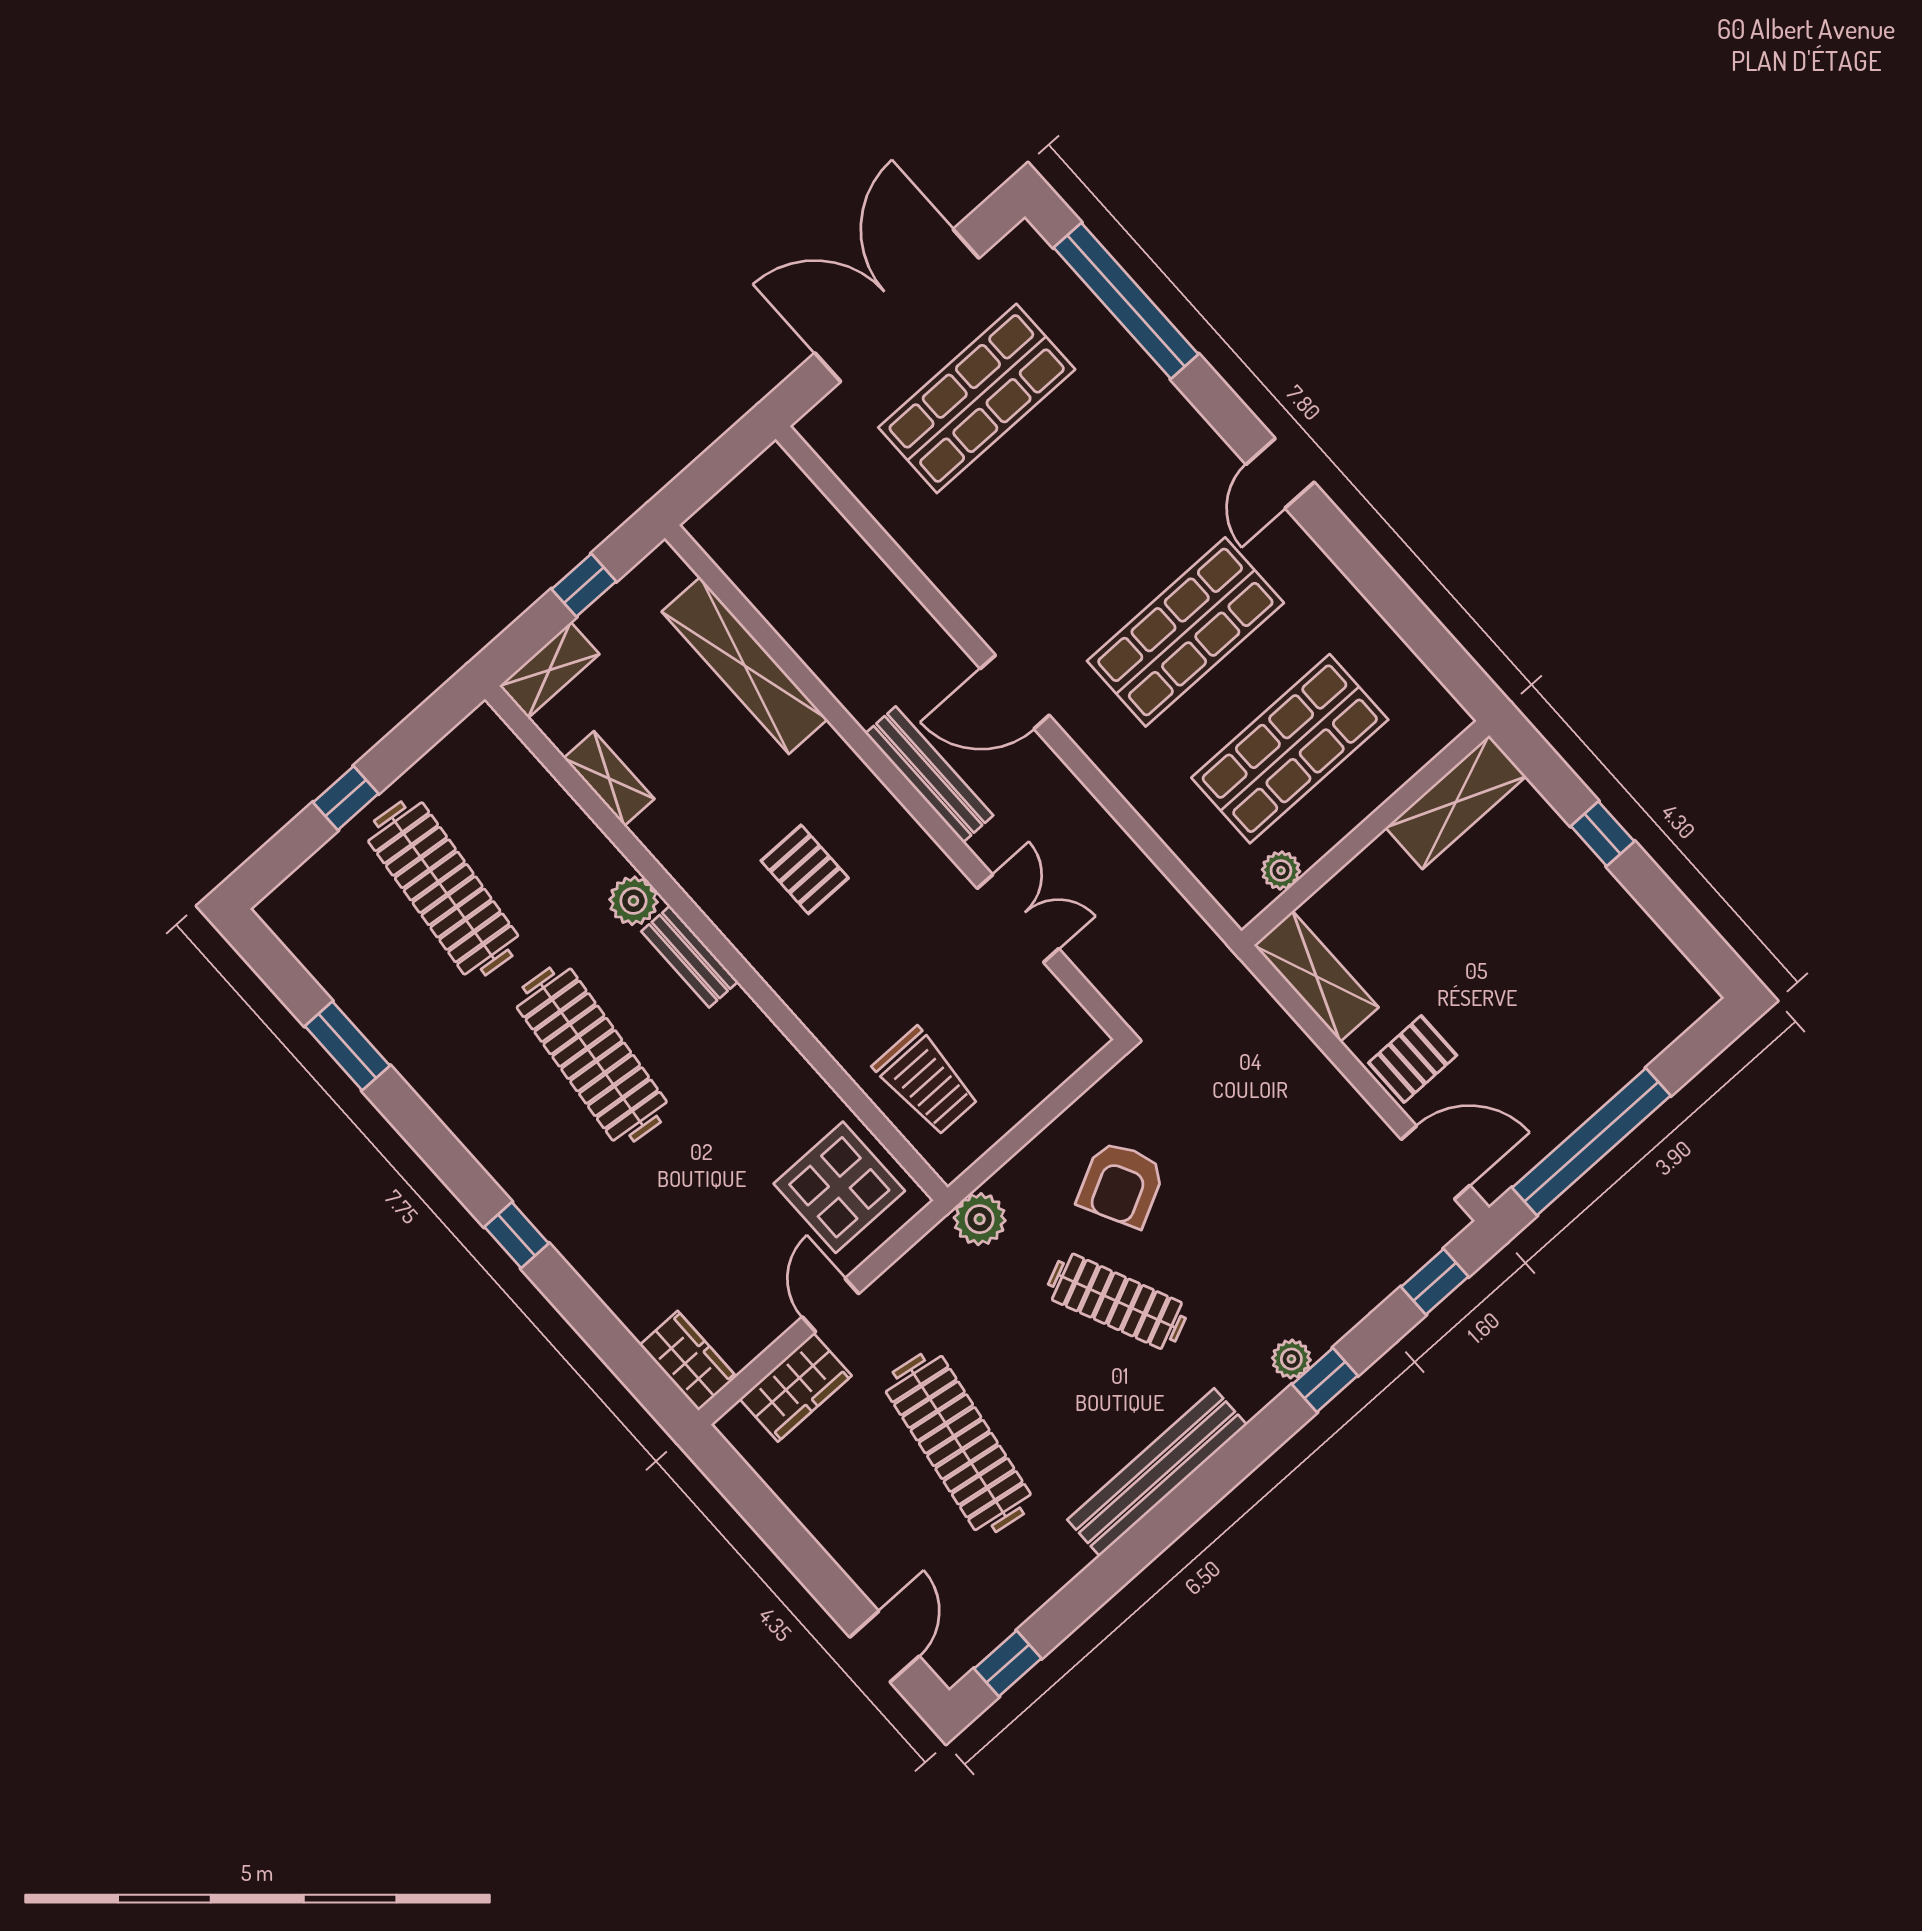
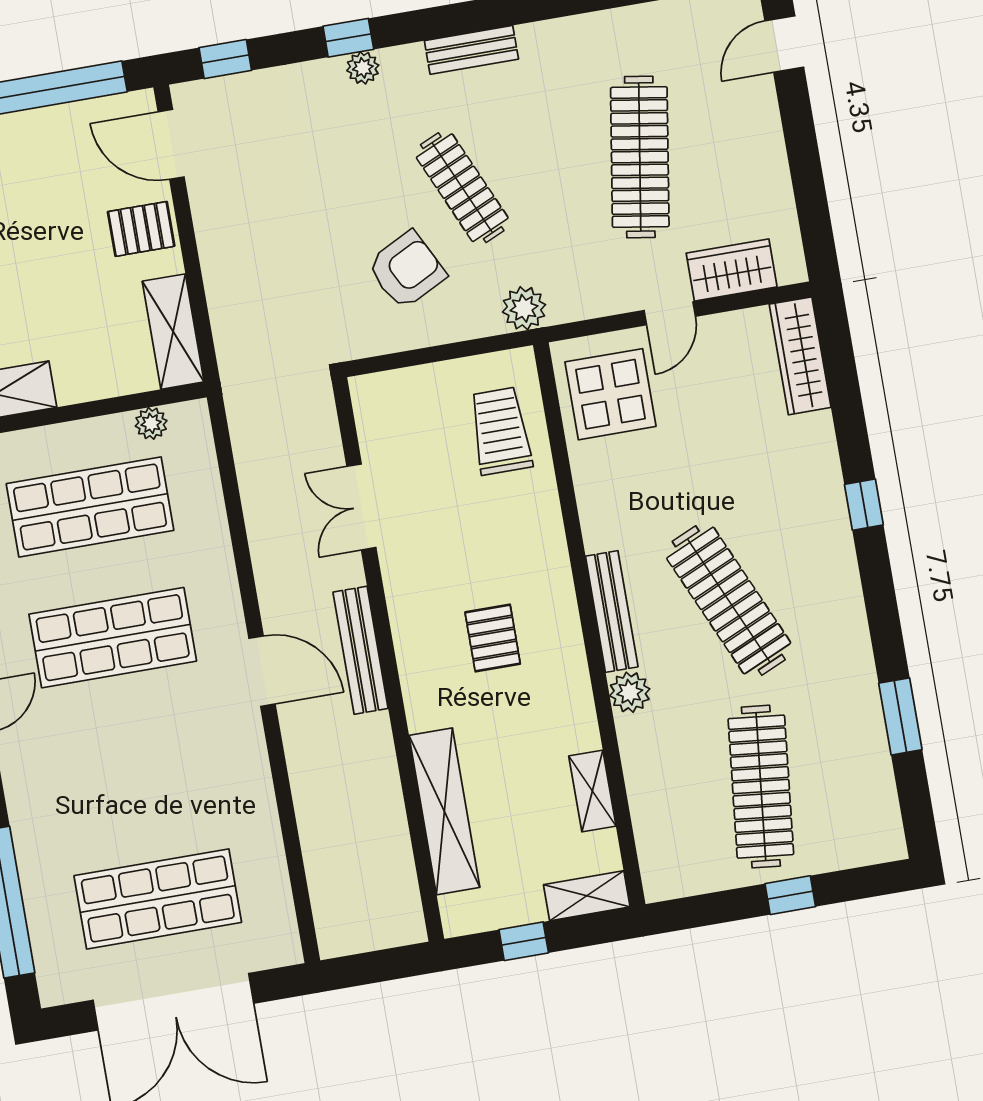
bench: (690, 957) -> (612, 611), width x1.36
clothes rail: (592, 1055) -> (729, 601), turned -30
wardrobe: (688, 1361) -> (800, 356), width x1.50
bench: (1157, 1472) -> (471, 50), width x0.54, depth x0.82

